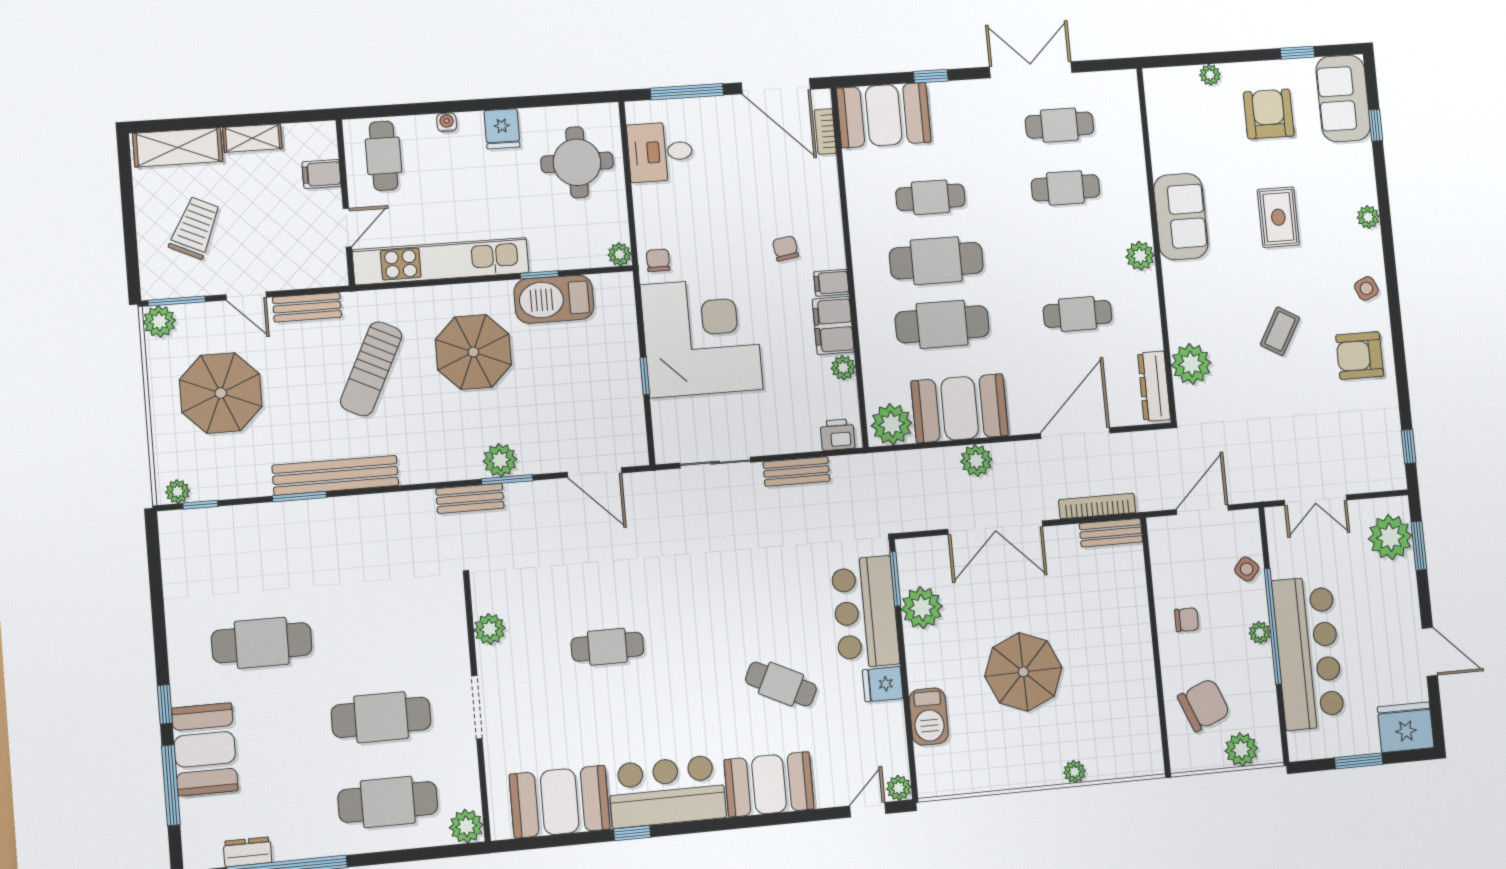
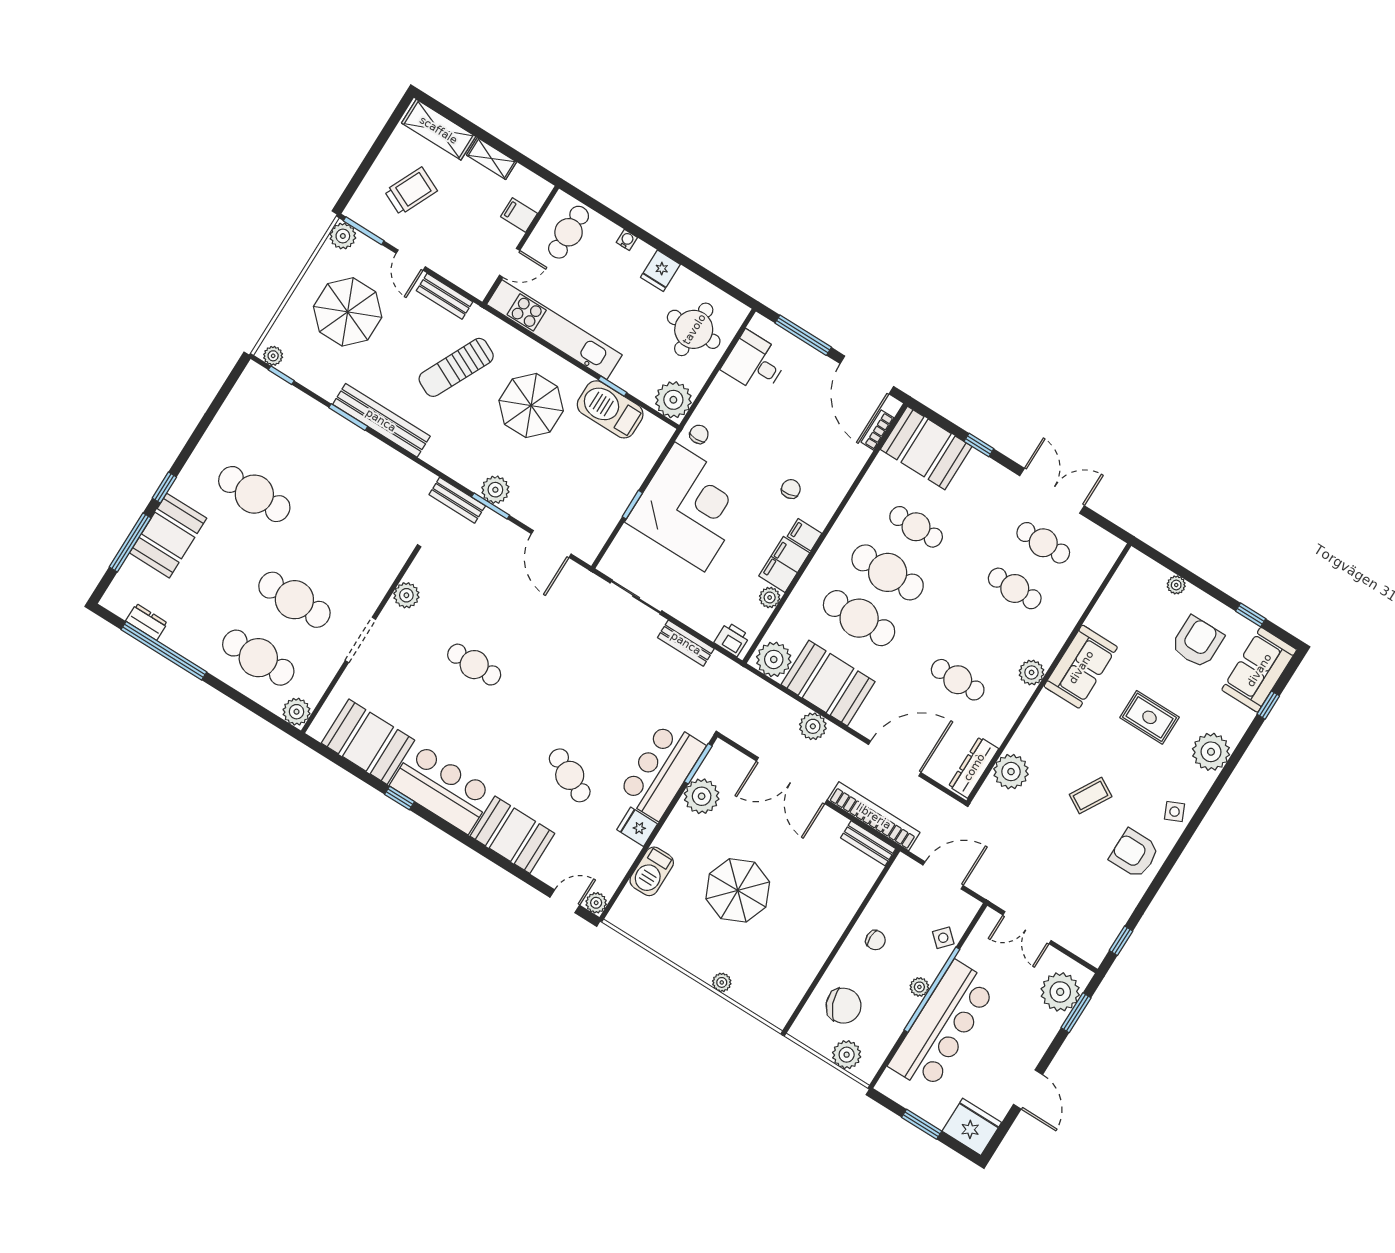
rug: (1278, 217) -> (1149, 717), turned 90
plant: (1368, 217) -> (1211, 752), width x1.87, depth x1.87
plant: (620, 254) -> (673, 400), width x1.88, depth x1.88
bookcase: (1097, 506) -> (874, 816), width x1.48, depth x1.31

